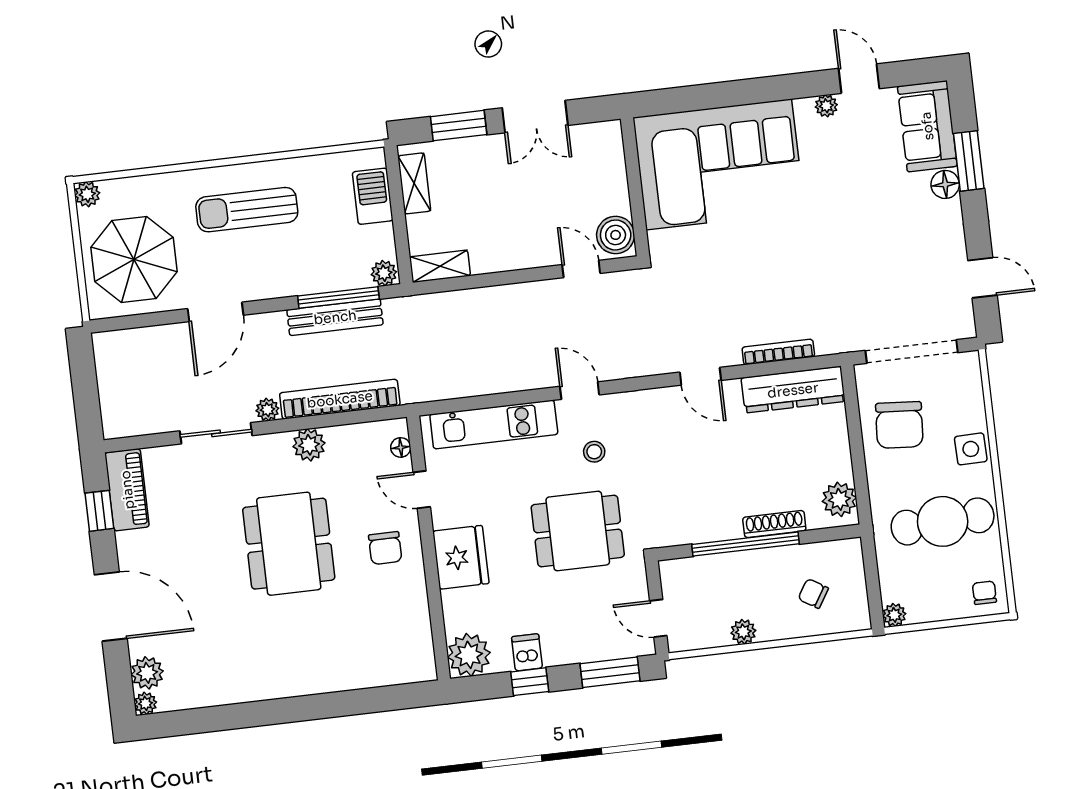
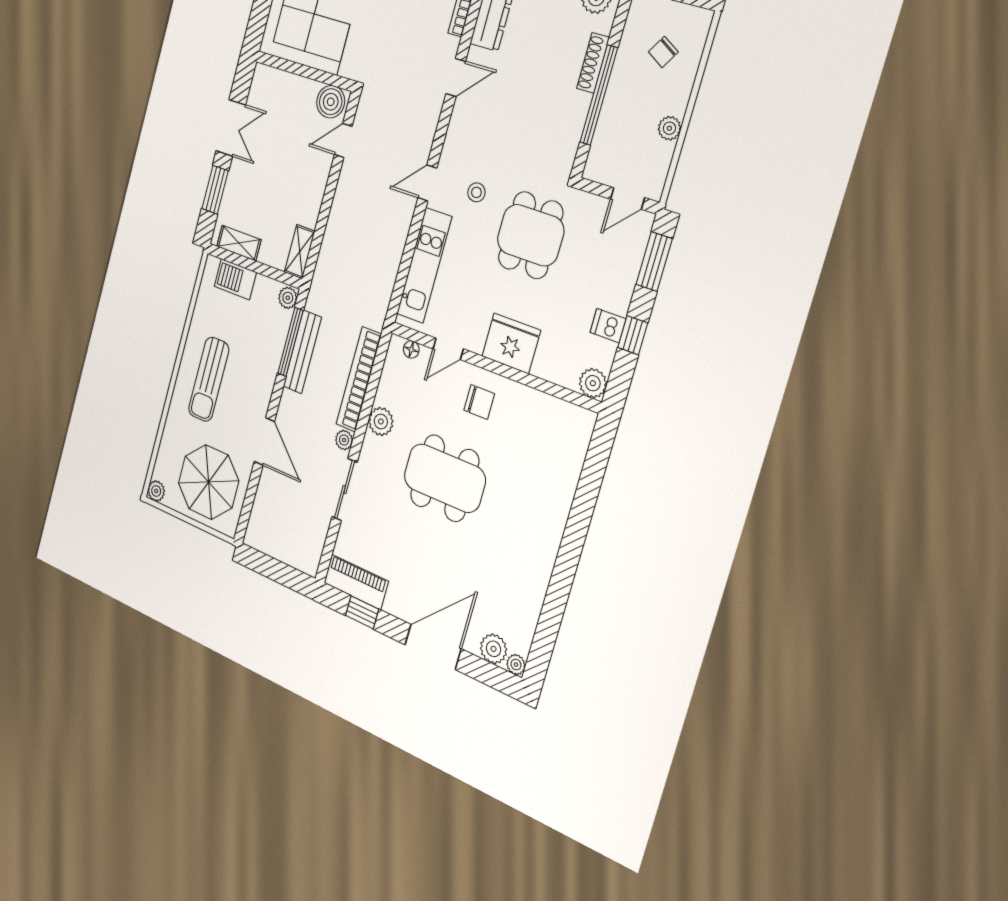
plant: (469, 655) -> (593, 383), width x0.73, depth x0.73

